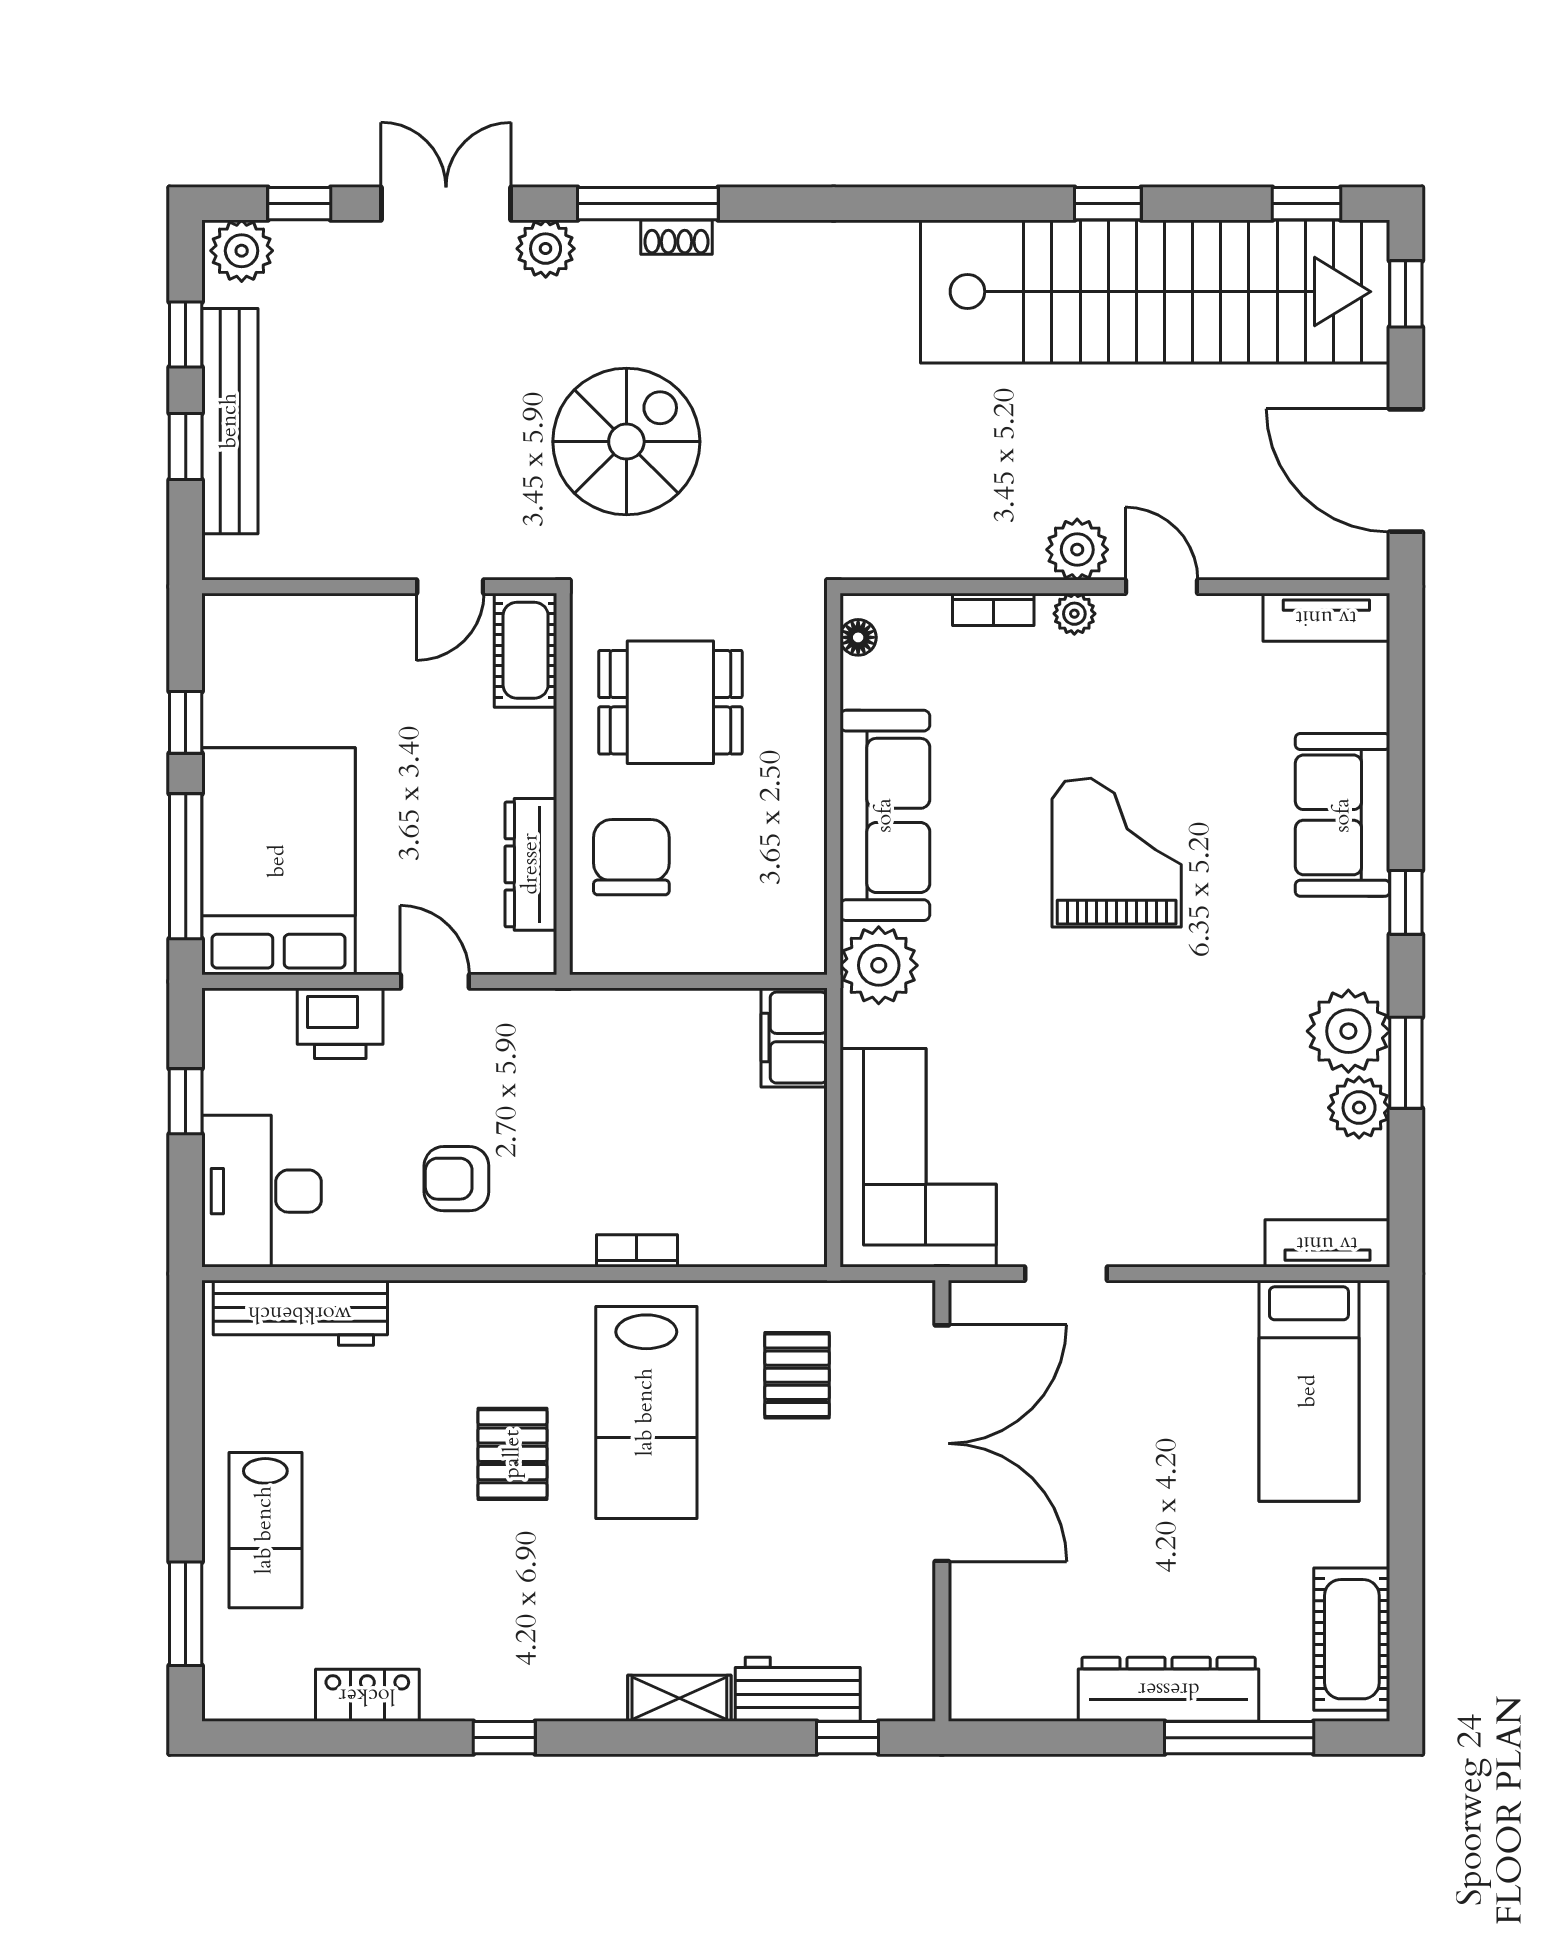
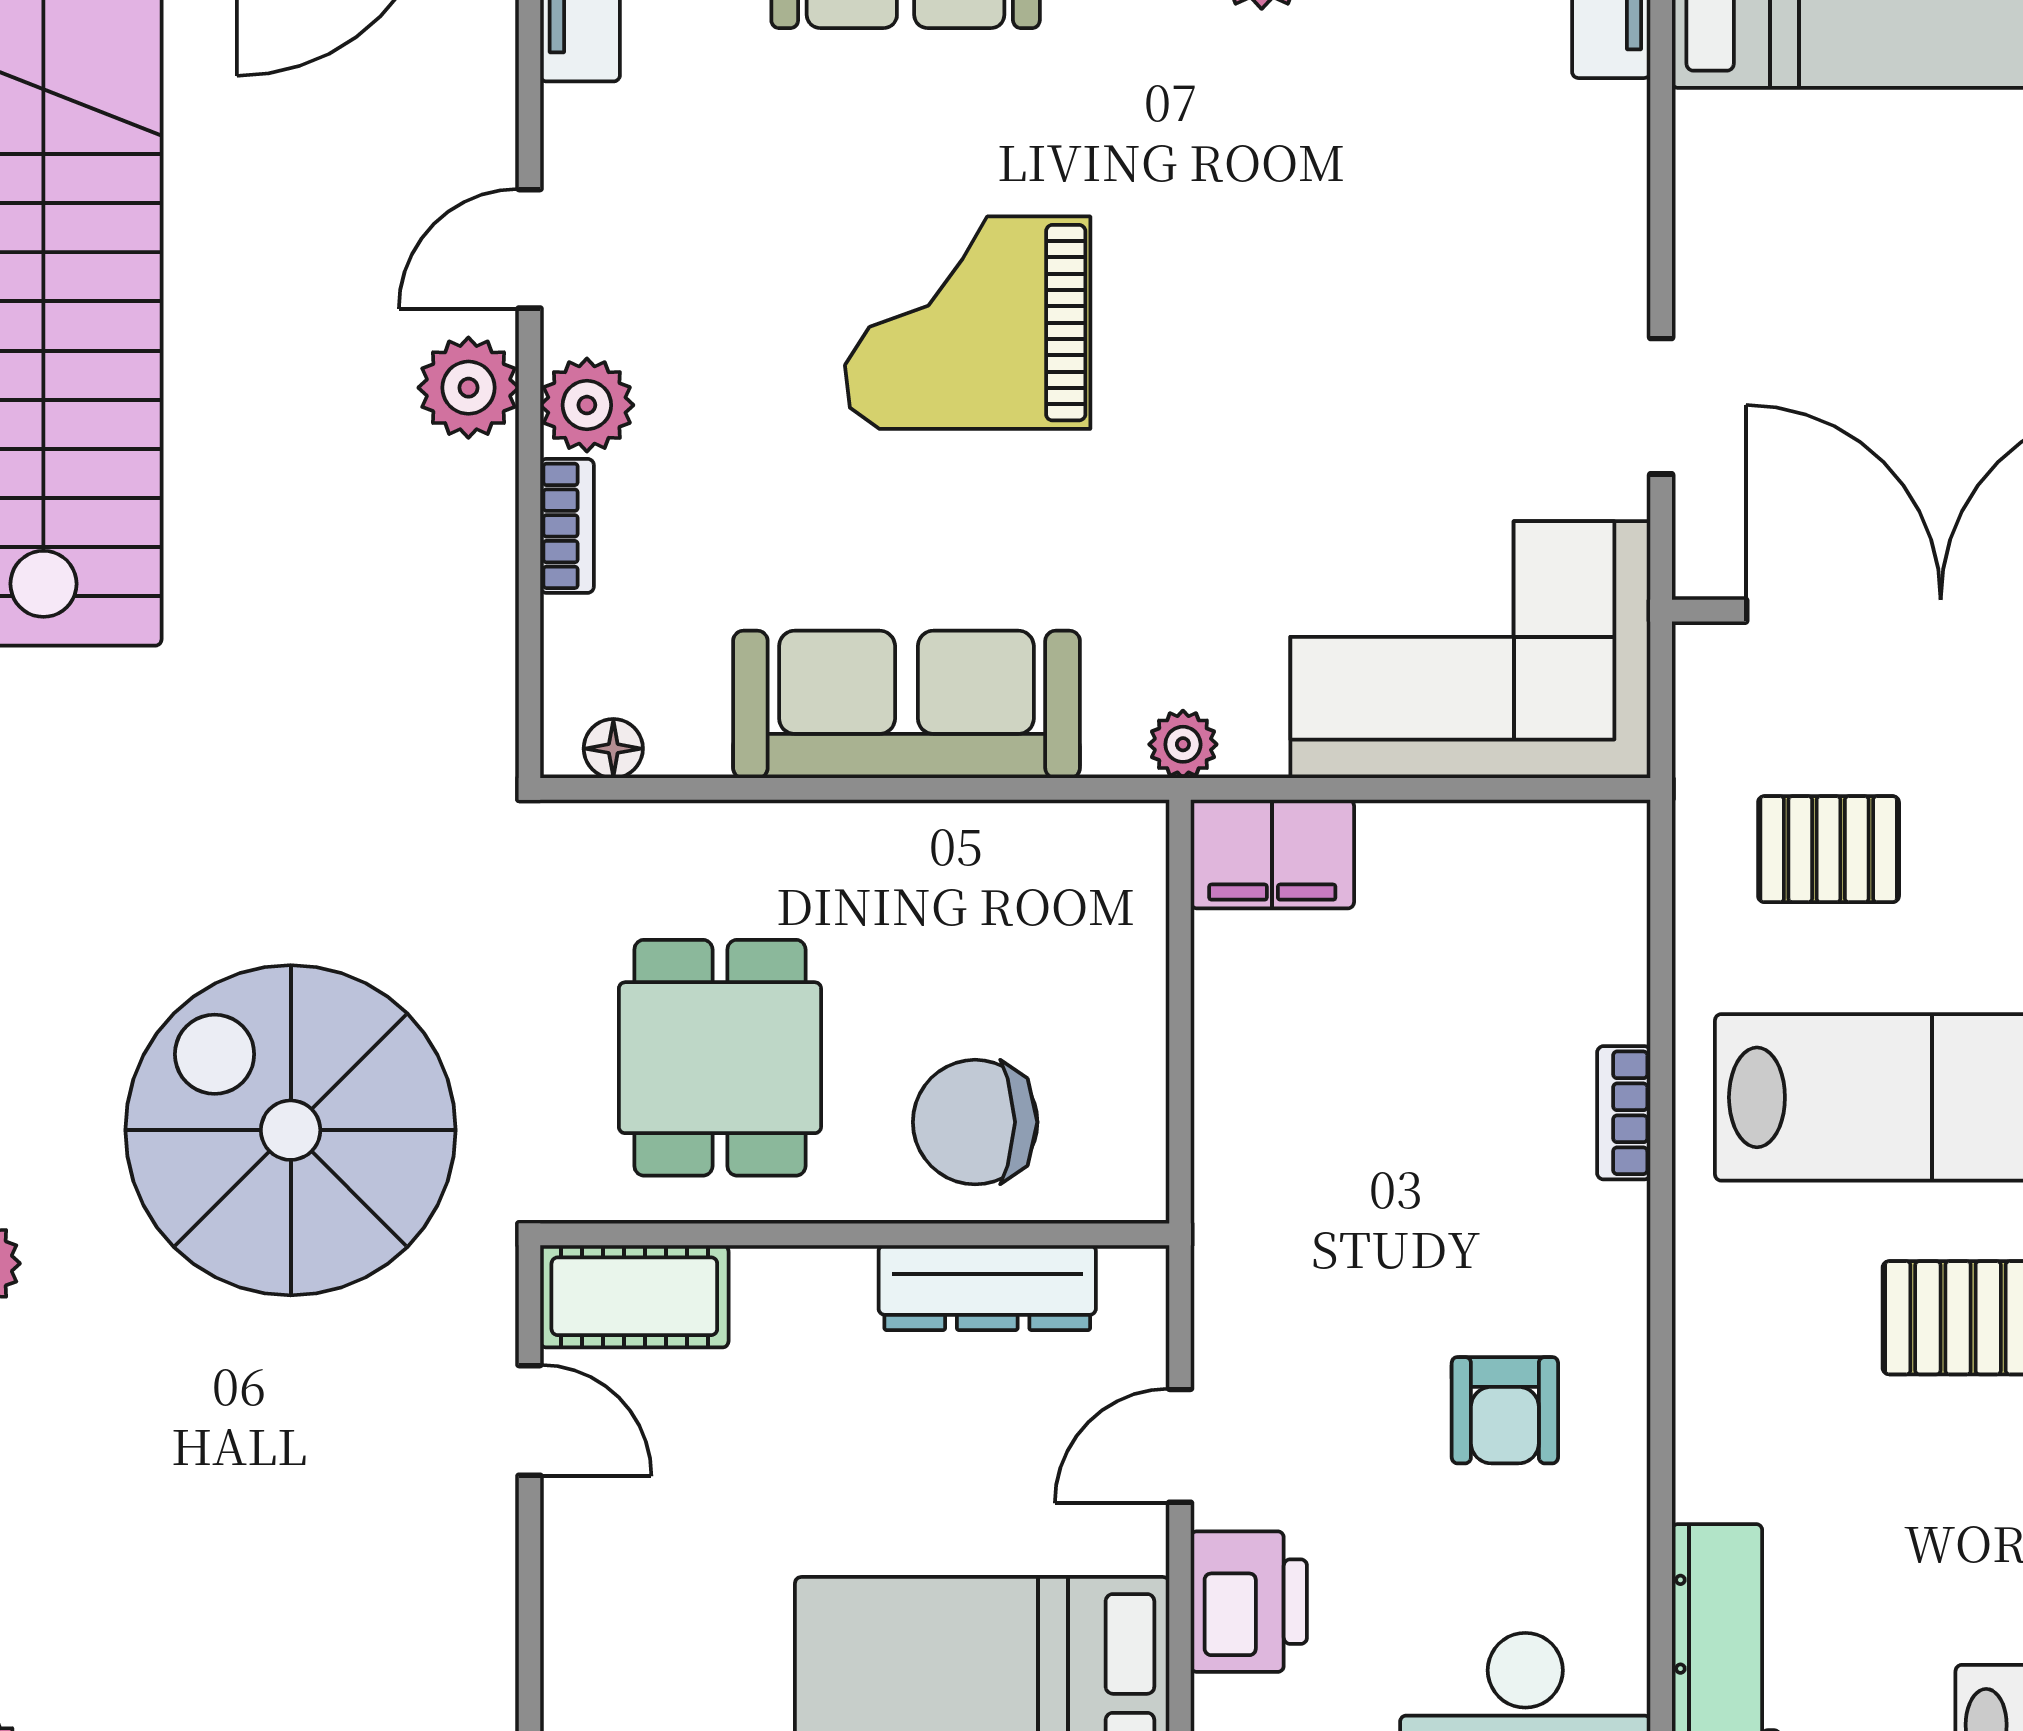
spiral stairs: (626, 442) -> (291, 1130), width x1.37, depth x1.37
plant: (1074, 614) -> (587, 405), width x1.38, depth x1.38
plant: (879, 965) -> (1183, 744), width x0.53, depth x0.53

